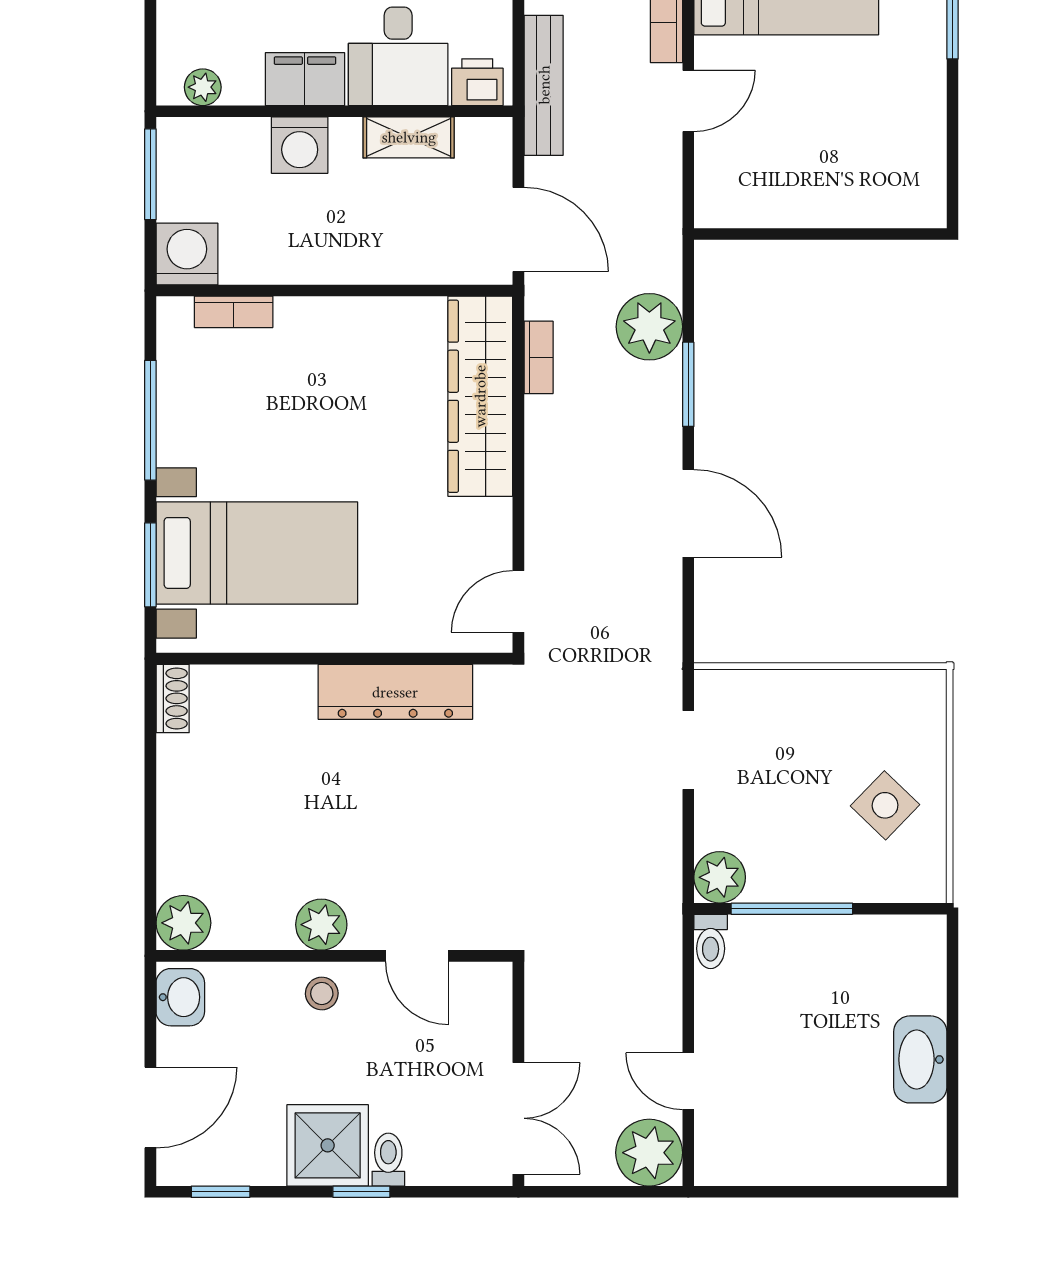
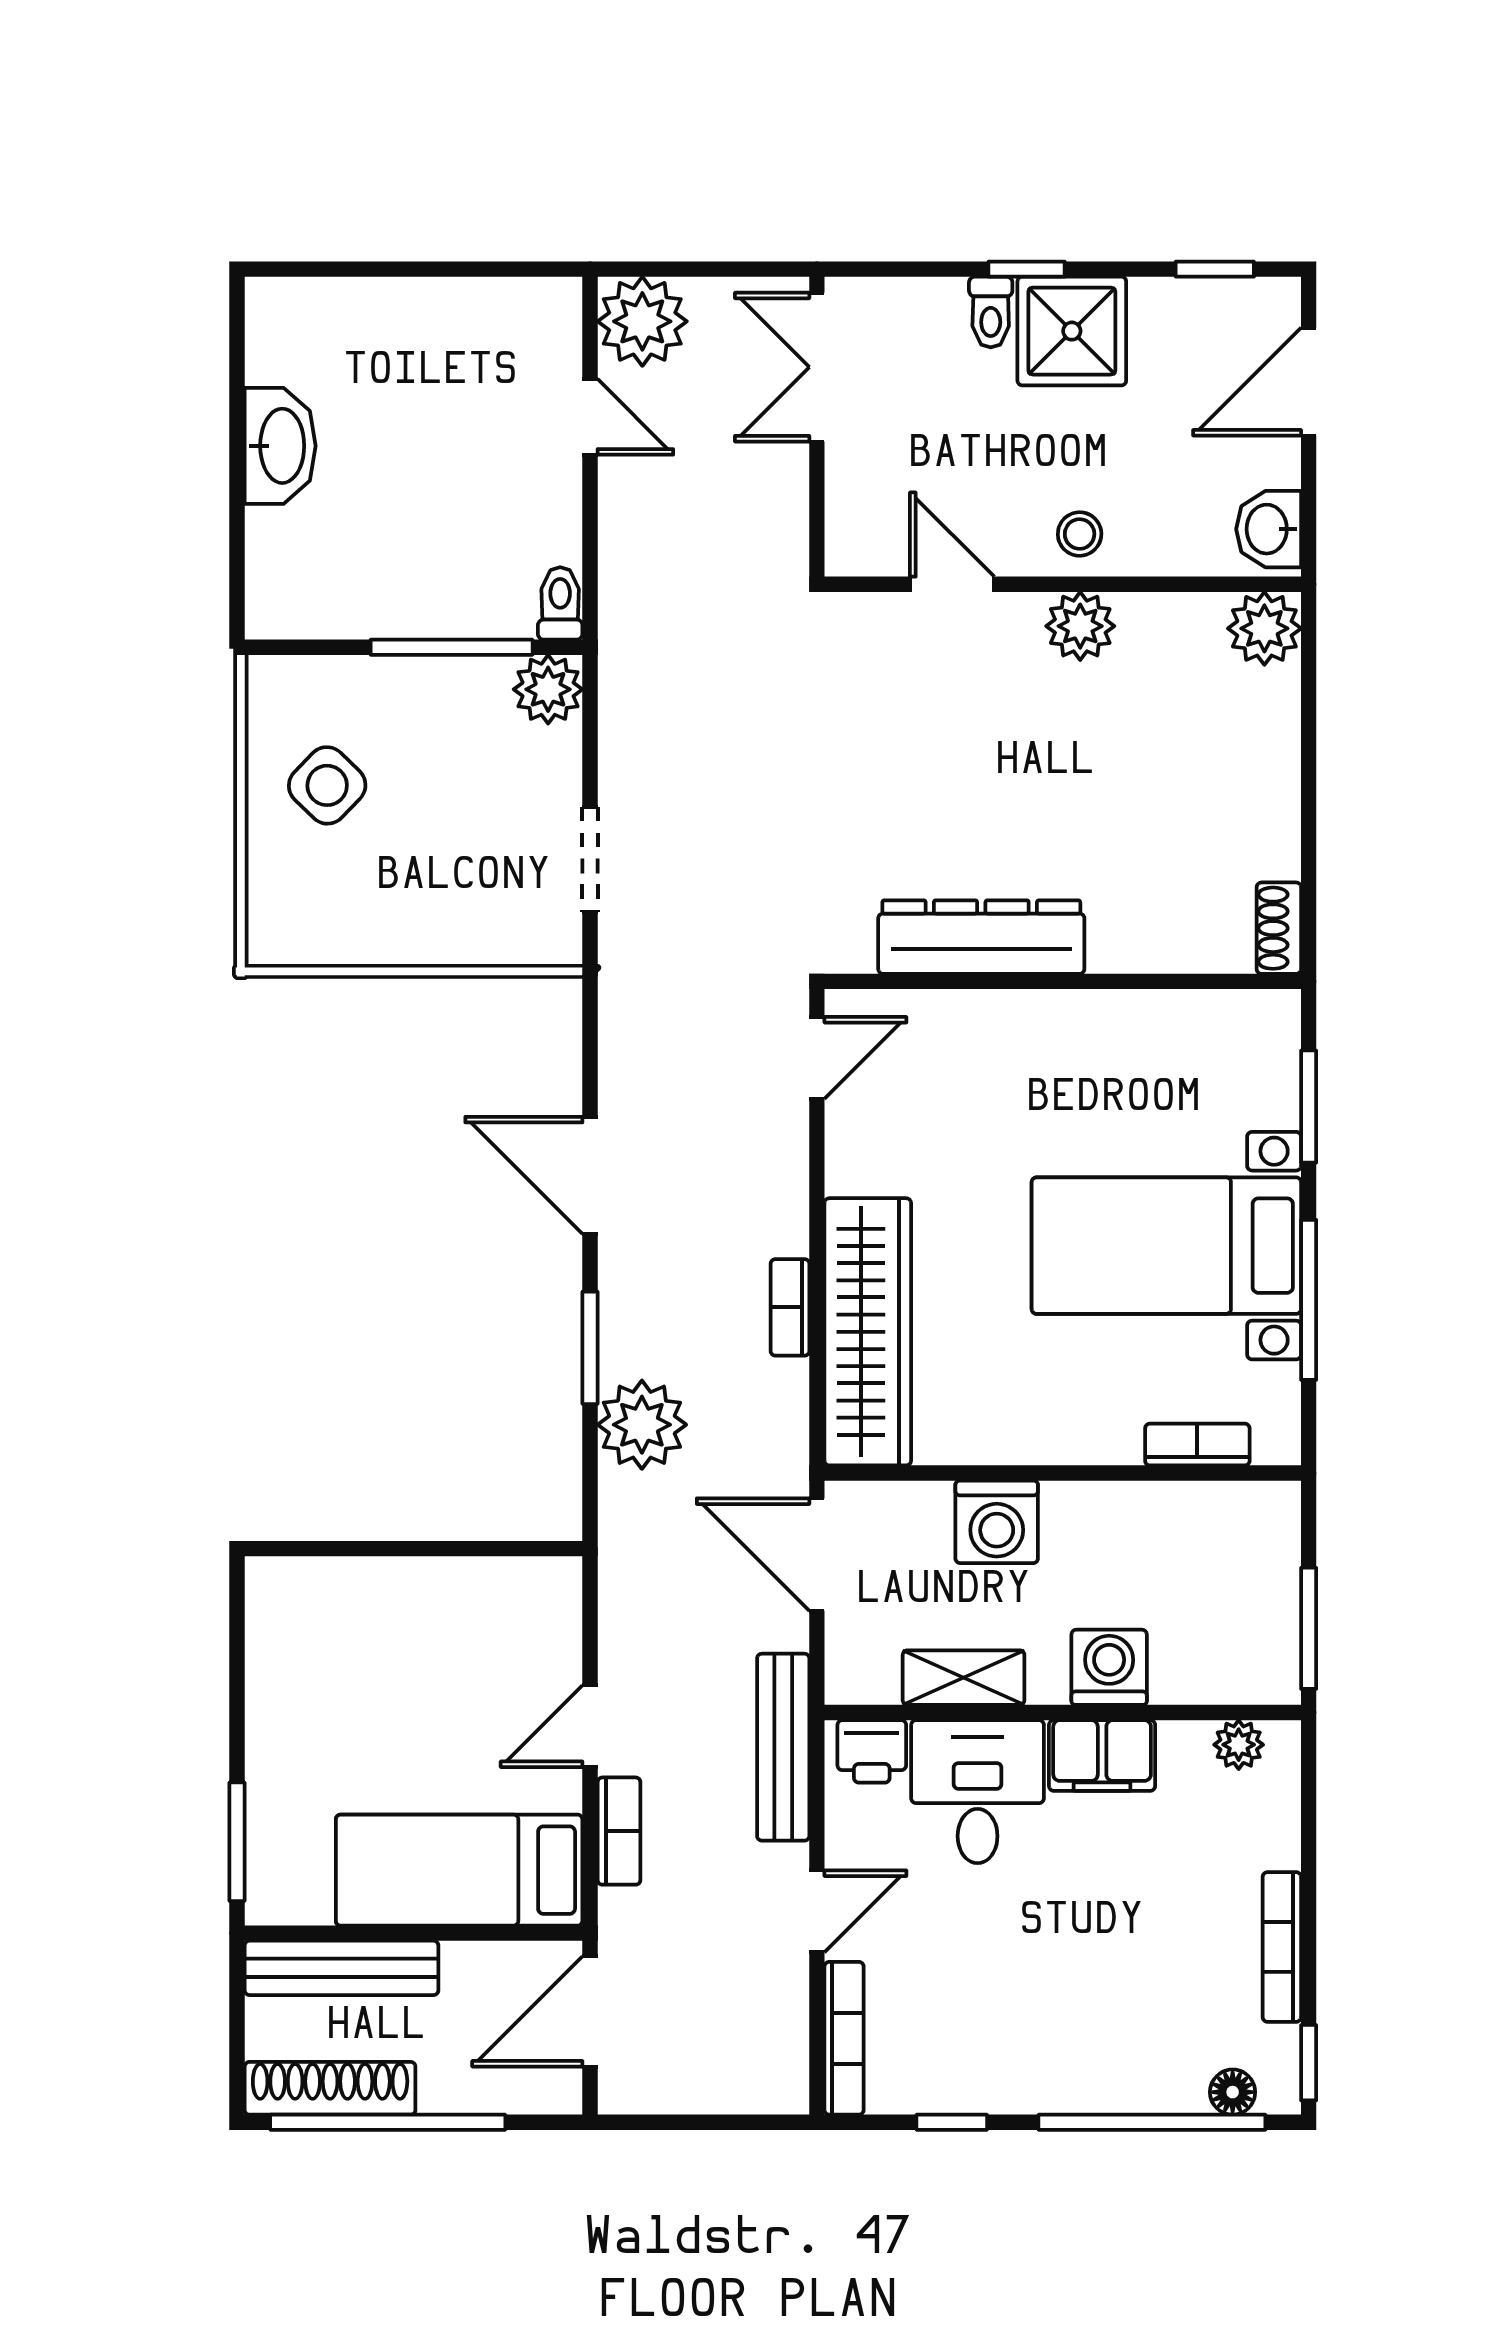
washing machine: (187, 254) -> (997, 1522), moved
bookcase: (539, 357) -> (790, 1307), moved
bed with nightstands: (257, 553) -> (1166, 1246), moved

